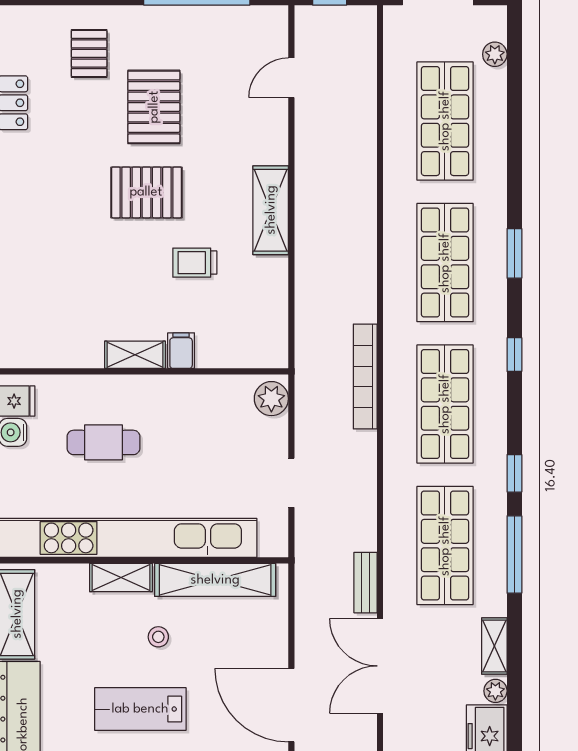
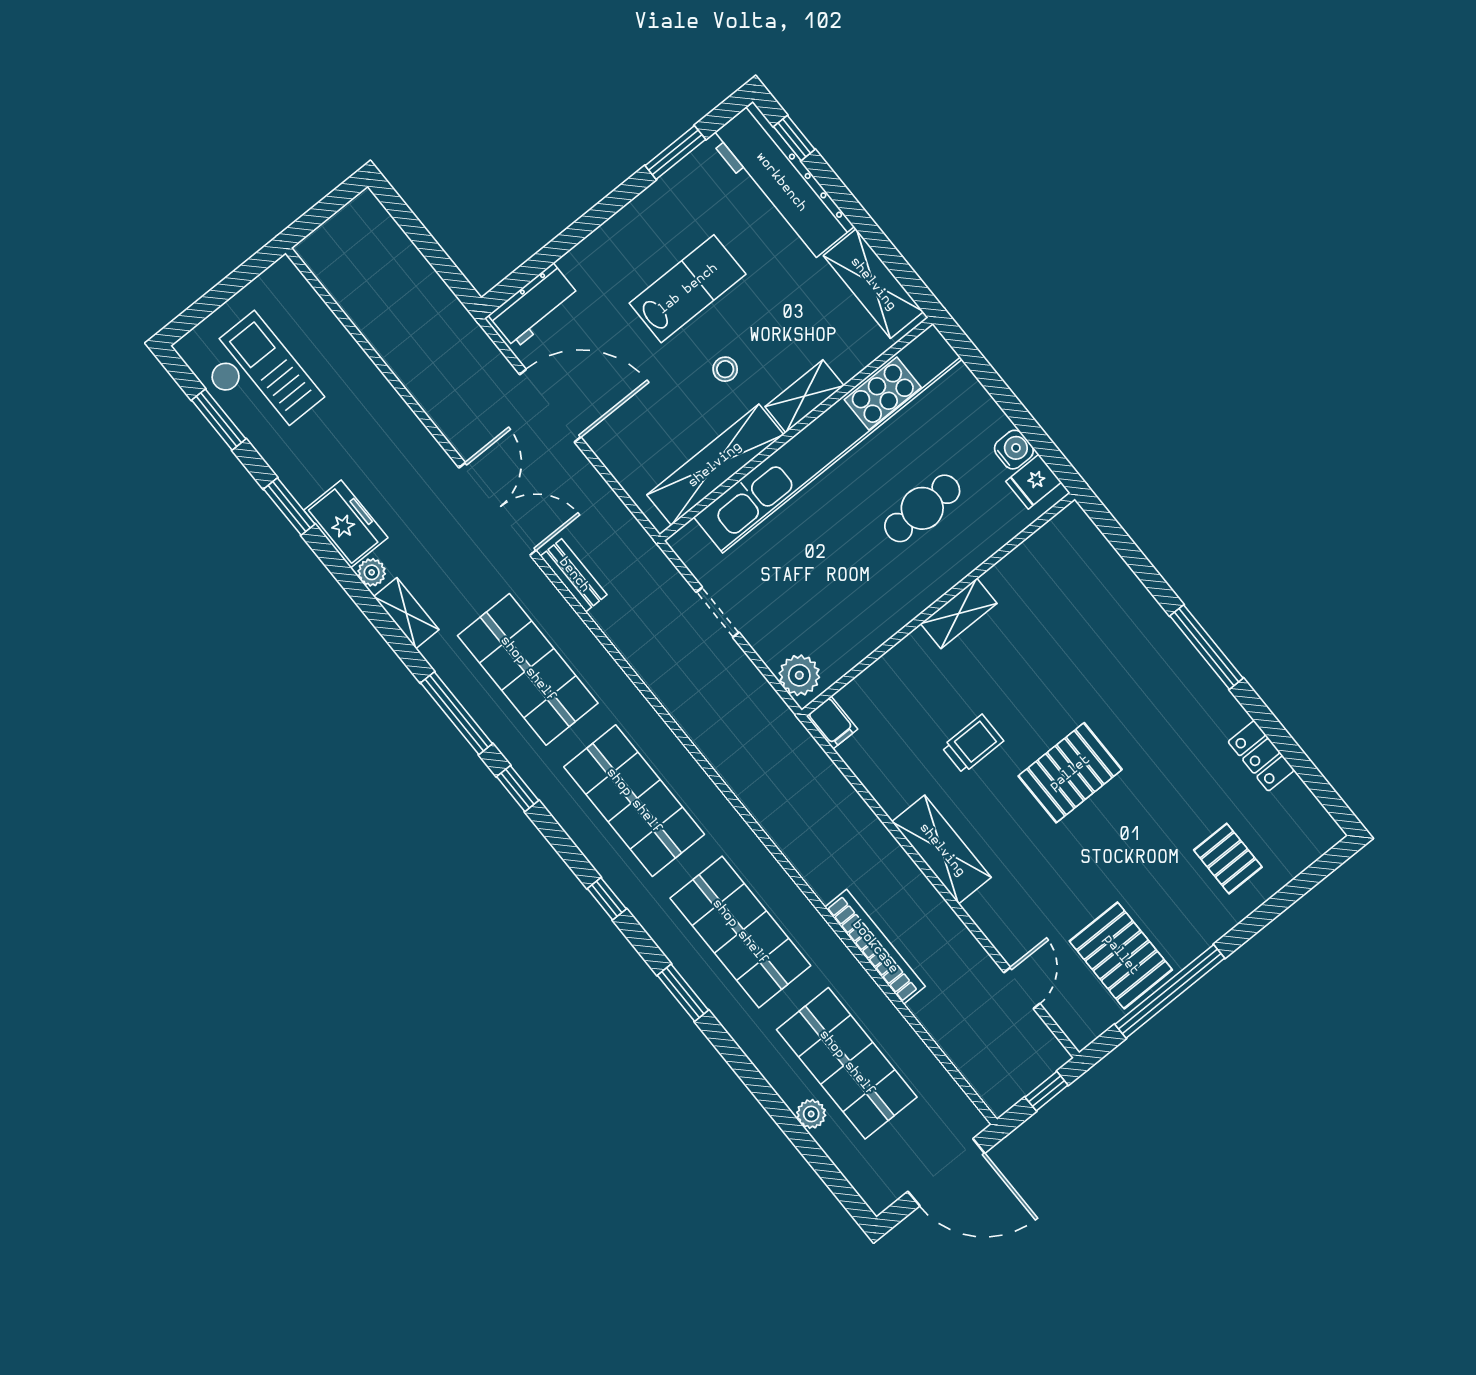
plant: (495, 54) -> (811, 1114), moved
pallet: (154, 107) -> (1121, 955), moved
filing cabinet: (181, 351) -> (832, 723), moved
bookcase: (365, 377) -> (875, 947), moved

